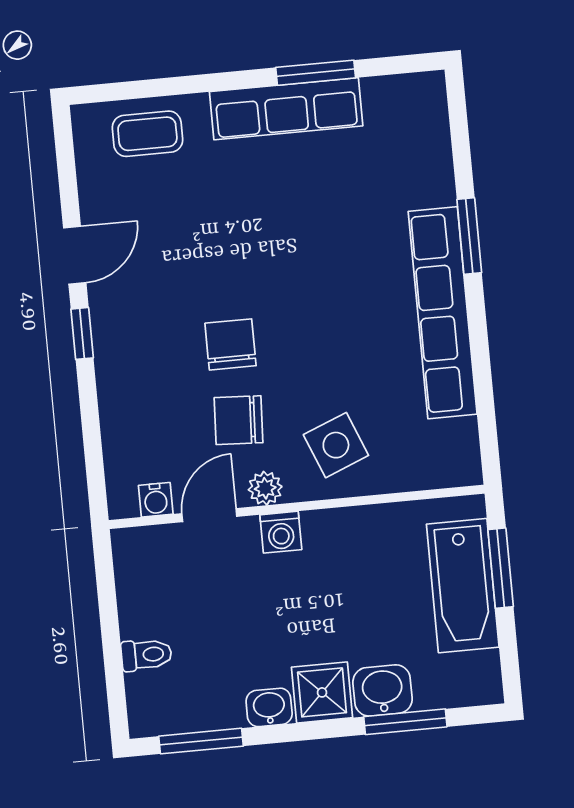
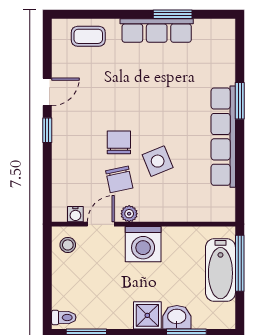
chair: (238, 420) -> (119, 179), turned -105
side table: (336, 445) -> (158, 161), moved
washing machine: (281, 532) -> (143, 244), width x1.89, depth x1.89
stool: (146, 564) -> (68, 245), added
window: (501, 568) -> (240, 263), width x1.44
toilet: (146, 655) -> (64, 318), moved
washbasin: (269, 707) -> (121, 320), removed

